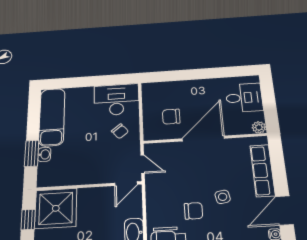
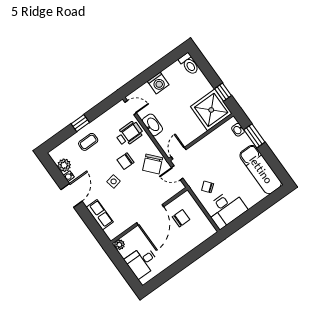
washbasin: (44, 154) -> (238, 130), moved
row of seats: (262, 170) -> (100, 215), width x0.68
chair: (164, 189) -> (153, 164), added

